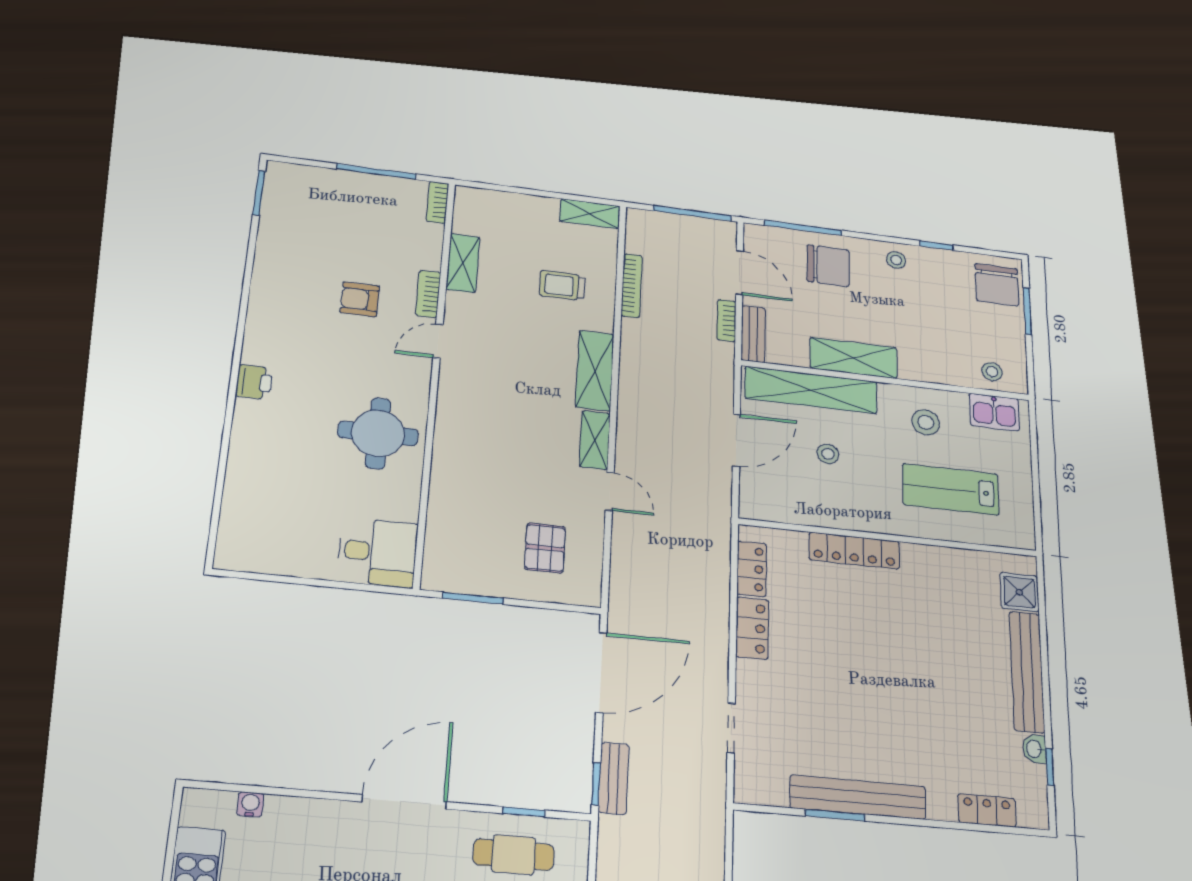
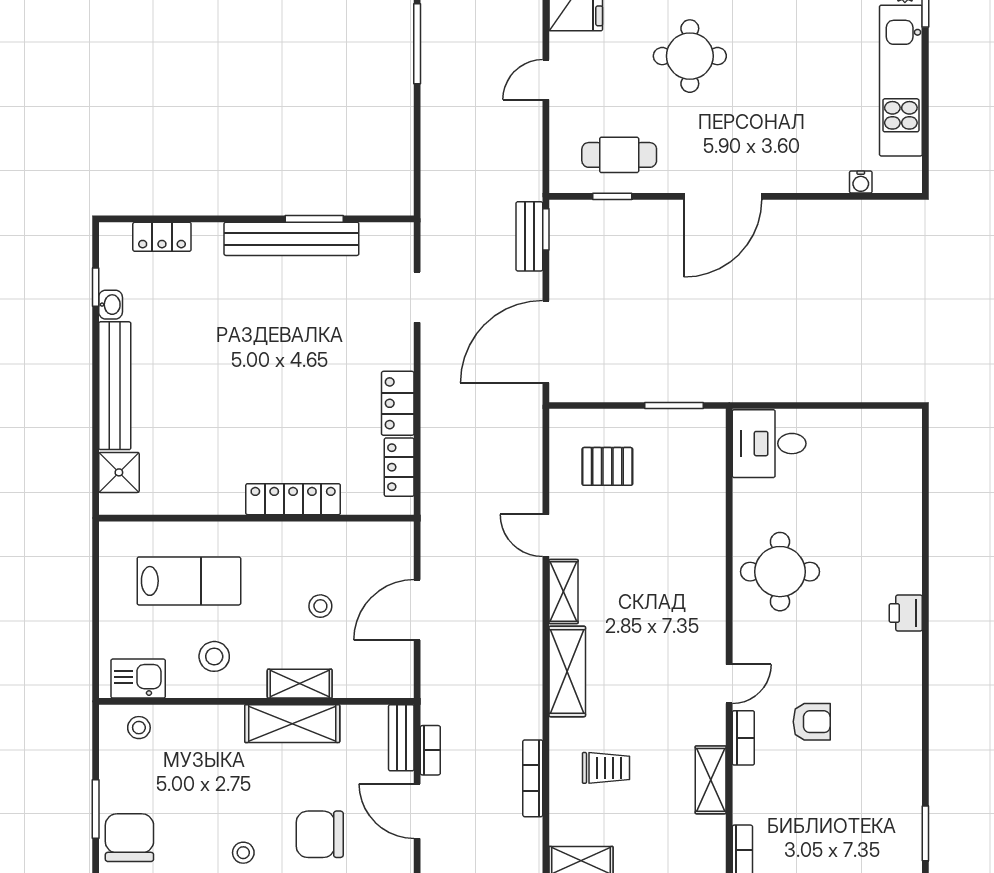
shelving: (811, 390) -> (300, 684), width x0.45, depth x0.75
pallet: (545, 548) -> (607, 466), turned 90

